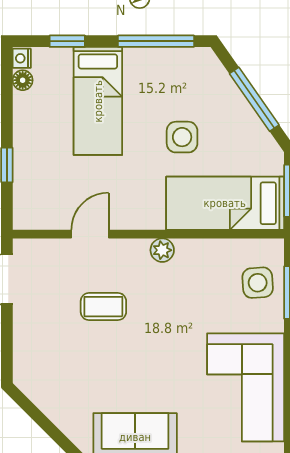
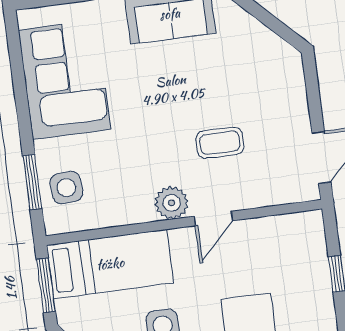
door: (90, 234) -> (213, 218), moved
plant: (162, 250) -> (172, 203), width x1.38, depth x1.38

